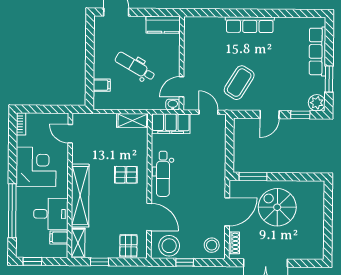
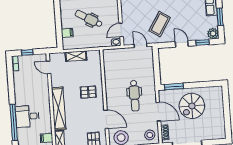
window: (40, 109) -> (27, 52), added
door: (270, 115) -> (182, 44), swing flipped
shelving: (132, 120) -> (76, 56), moved
filing cabinet: (171, 124) -> (116, 55), removed
corner desk: (36, 167) -> (27, 92), removed
dental chair: (163, 174) -> (134, 96), moved
spiral stairs: (277, 207) -> (192, 106), turned -90
door: (227, 212) -> (158, 112), hinge flipped
desk: (51, 214) -> (27, 116), moved, turned 180

